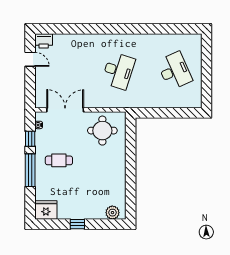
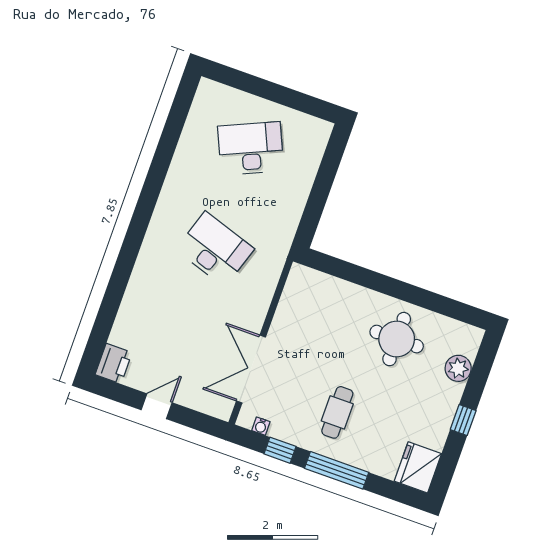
door: (30, 59) -> (157, 406), moved
round table: (102, 131) -> (397, 339), moved
plant: (112, 213) -> (458, 368), moved

